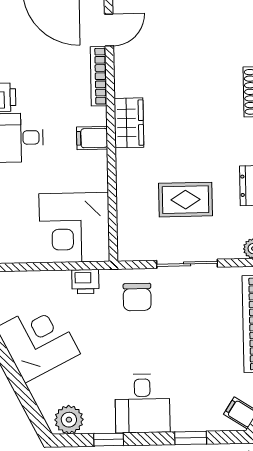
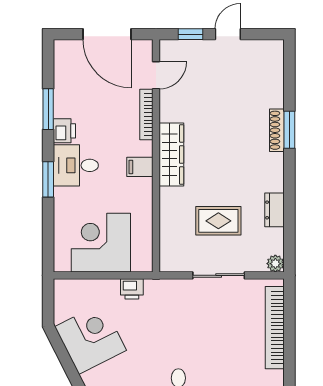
wardrobe: (129, 123) -> (171, 155), width x1.50
corner desk: (74, 228) -> (101, 243), moved, turned 90
chair: (137, 297) -> (176, 303), removed

